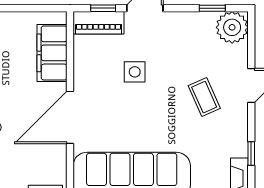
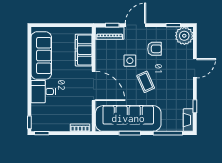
armchair: (179, 51) -> (154, 49), added
coffee table: (204, 97) -> (146, 82), moved
door: (70, 117) -> (94, 86), swing flipped

